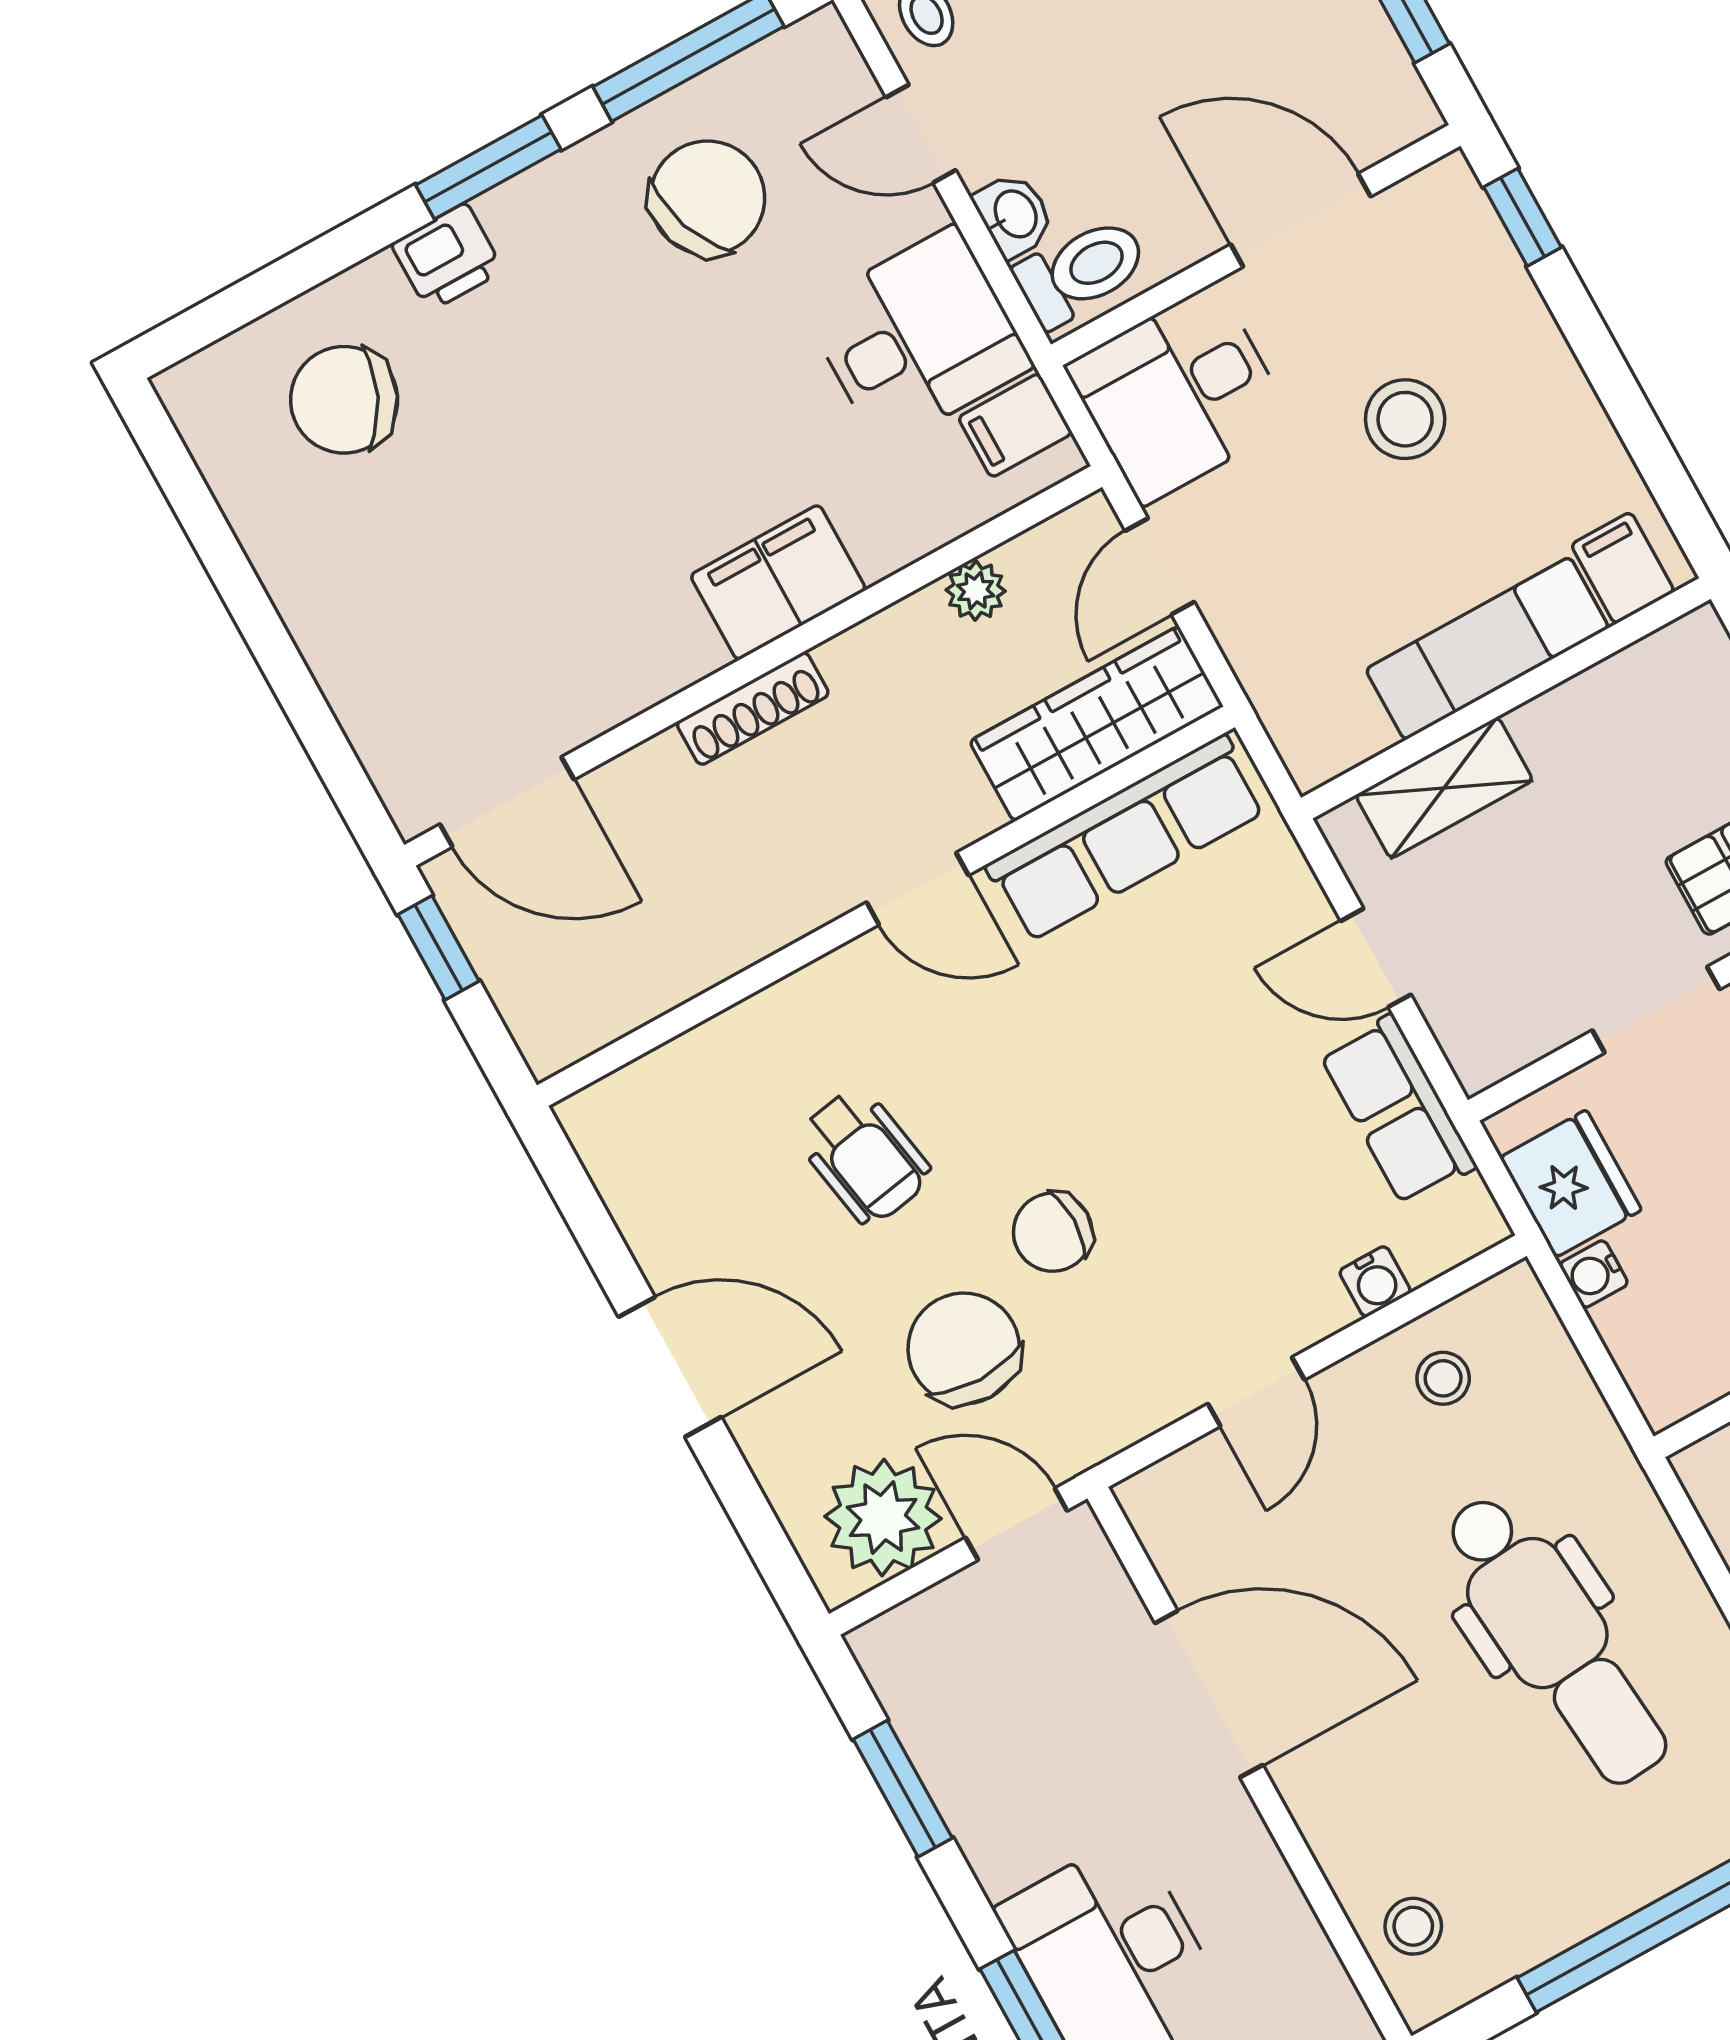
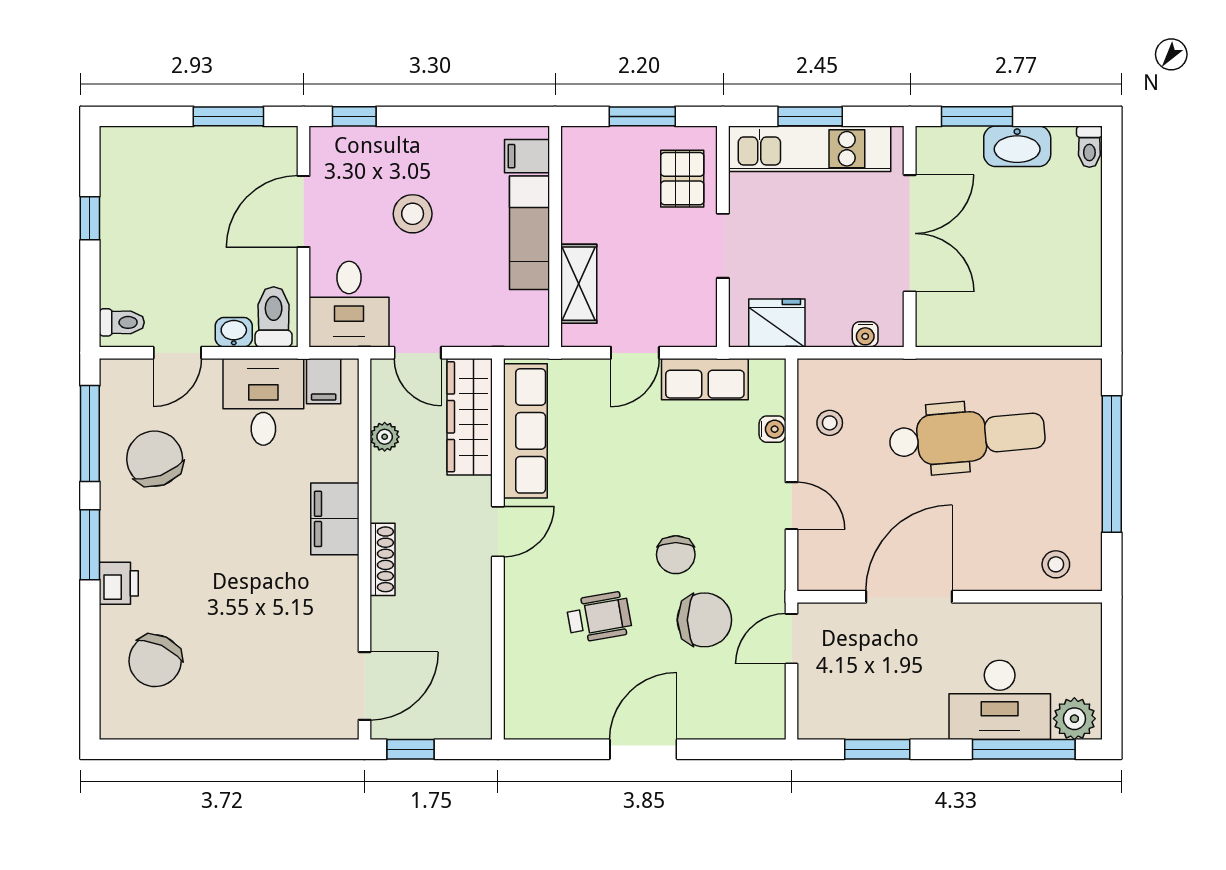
water cooler: (1594, 1274) -> (865, 334), moved
chair: (964, 1349) -> (704, 620), turned 180
plant: (883, 1518) -> (757, 694), removed

